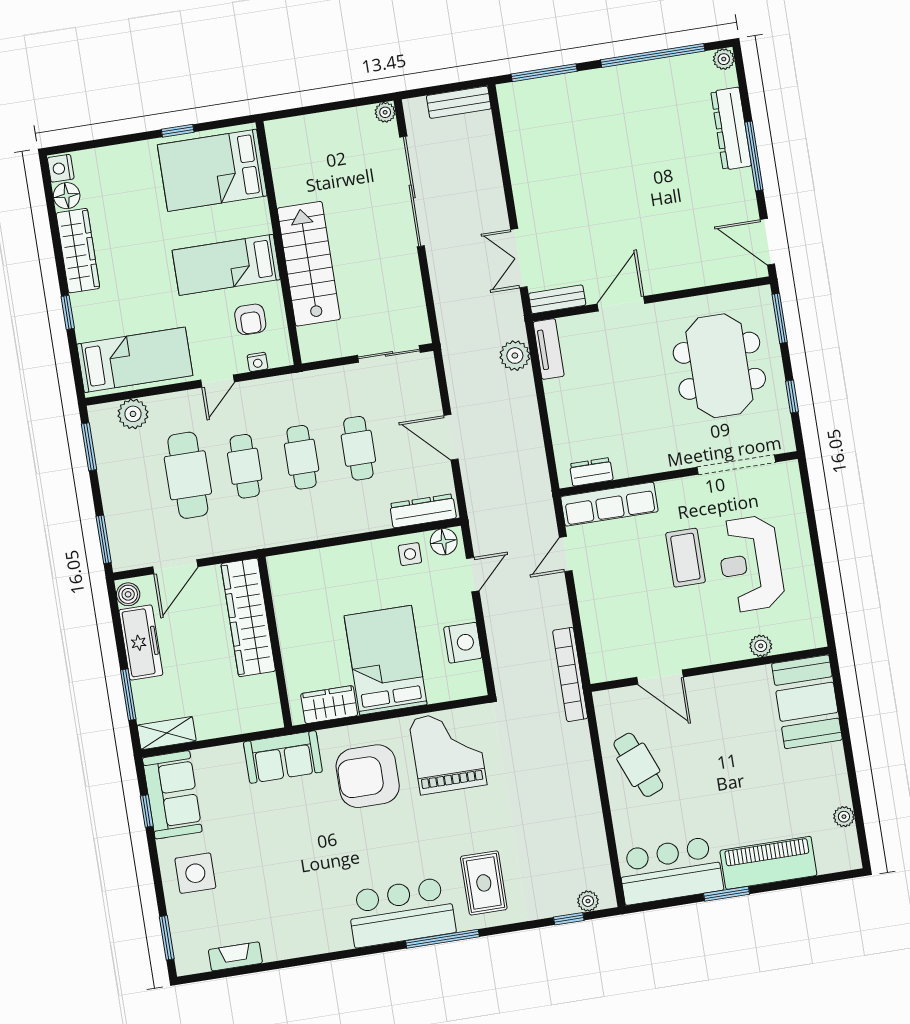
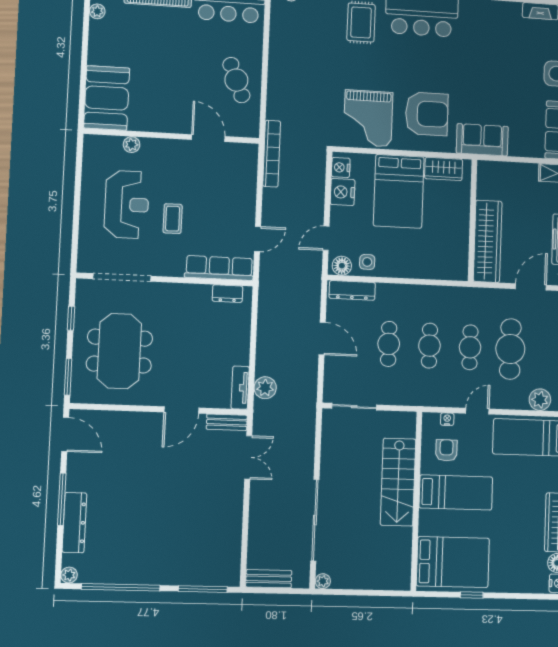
coffee table: (685, 558) -> (173, 219), width x0.73, depth x0.77
nightstand: (472, 676) -> (341, 167), added

